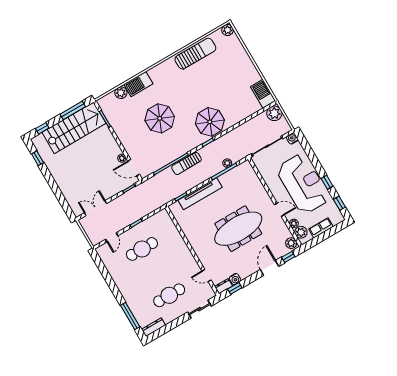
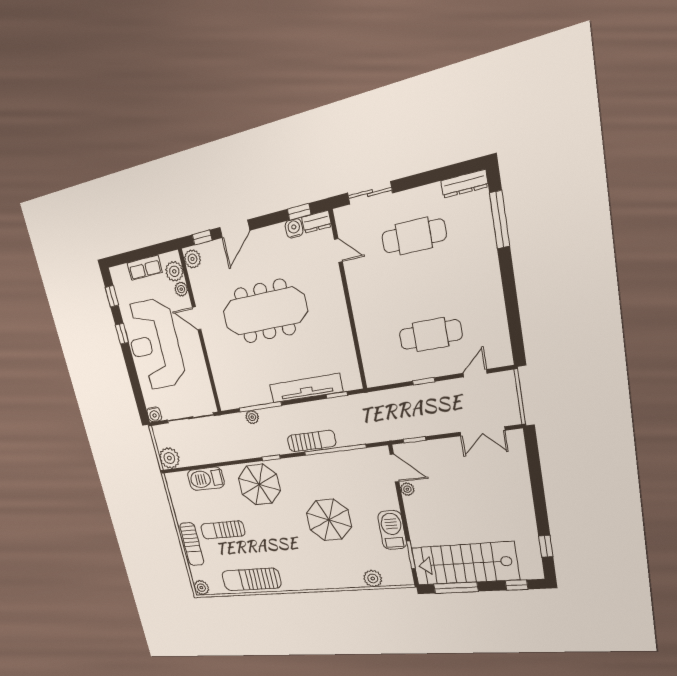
sun lounger: (243, 59) -> (192, 544), added
sun lounger: (225, 80) -> (223, 530), added
barbecue: (138, 84) -> (392, 530), moved, turned -90
barbecue: (263, 94) -> (206, 479), moved, turned 90

